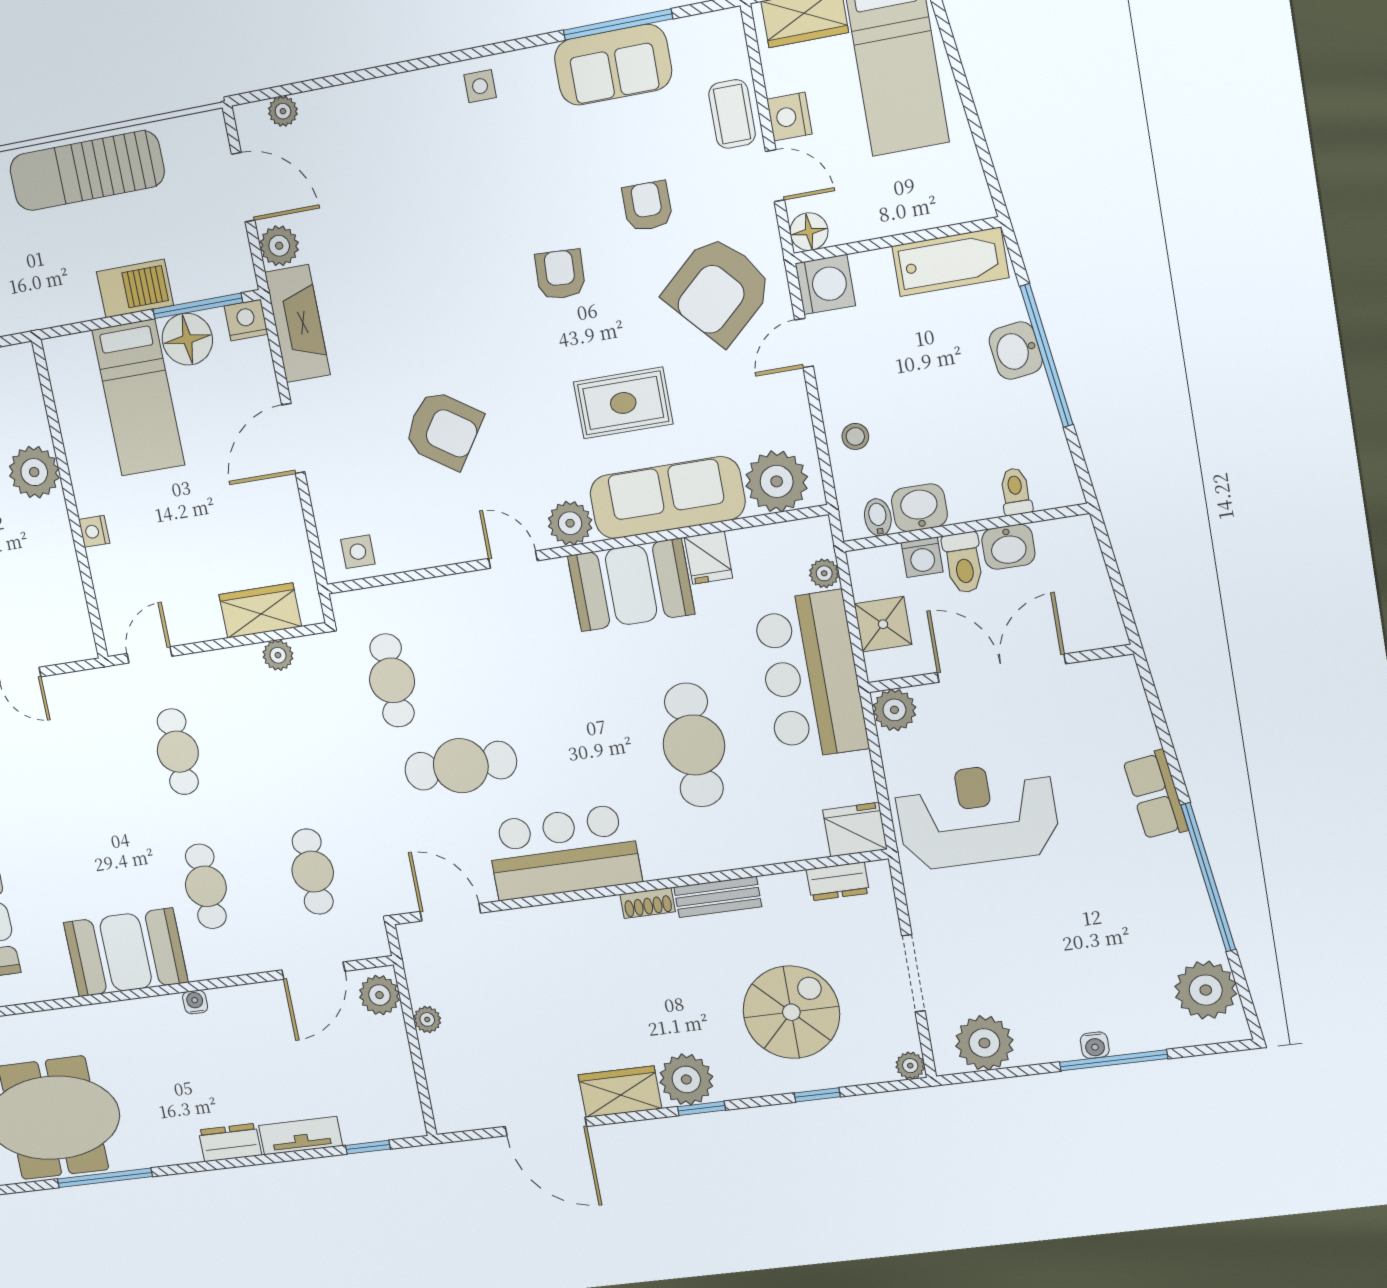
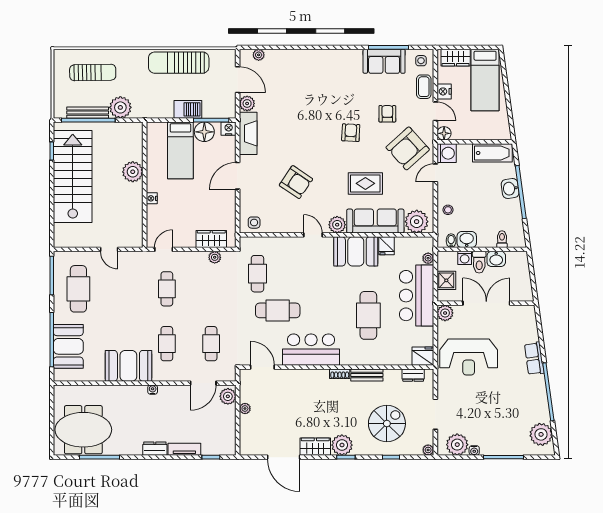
side table: (480, 86) -> (421, 61), moved
reception desk: (977, 815) -> (469, 357), turned 180
water cooler: (1095, 1045) -> (474, 450), moved

